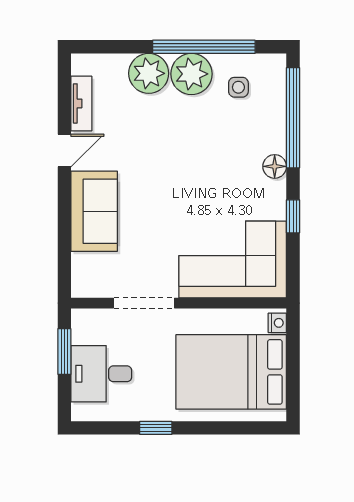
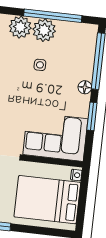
side table: (238, 87) -> (40, 65), moved
window: (293, 216) -> (92, 116), width x1.50

